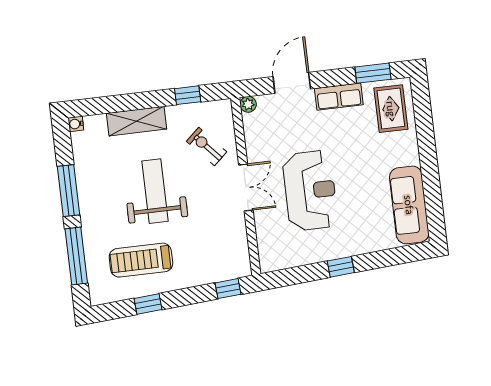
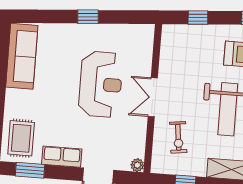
exercise bike: (207, 147) -> (178, 137), turned 35
reception desk: (310, 191) -> (101, 84), turned 180
window: (228, 289) -> (198, 18), moved

